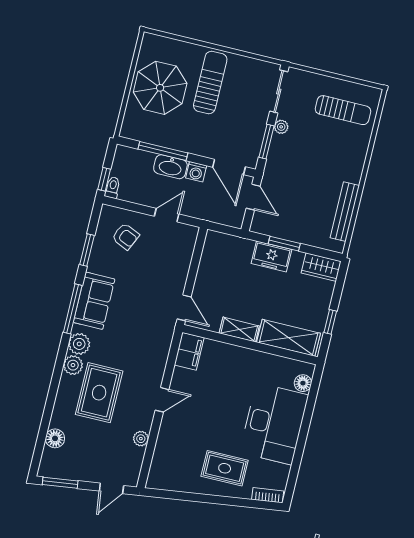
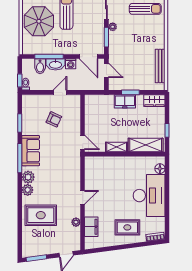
bidet: (144, 164) -> (40, 66), added
armchair: (126, 236) -> (54, 119), moved
filing cabinet: (189, 351) -> (91, 227), moved
rug: (99, 393) -> (41, 215), moved, turned 90
floor lamp: (55, 438) -> (27, 234), removed

